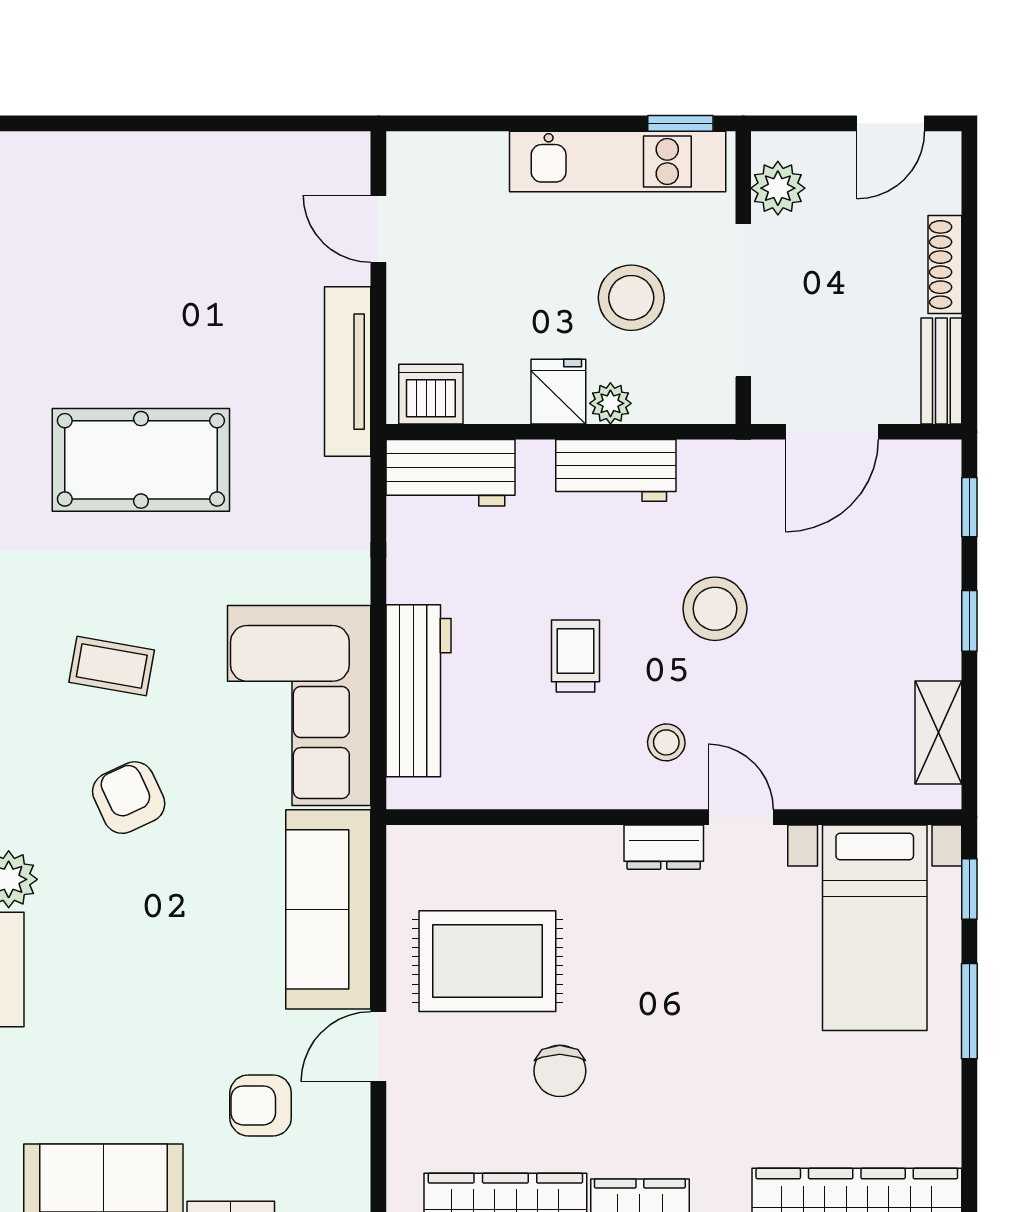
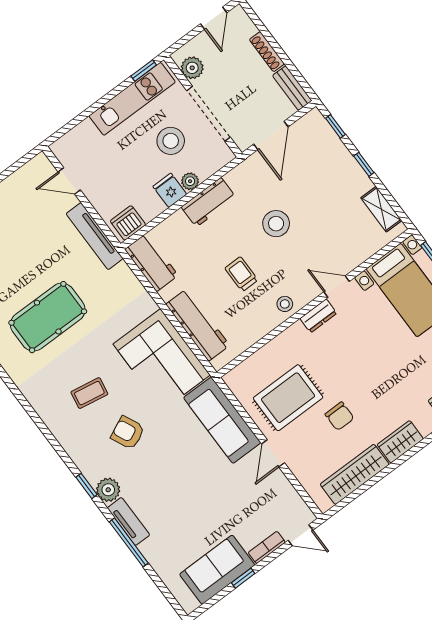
workbench: (451, 473) -> (151, 262), moved, turned -90
stool: (666, 742) -> (285, 304), moved
armchair: (261, 1105) -> (248, 502), removed

